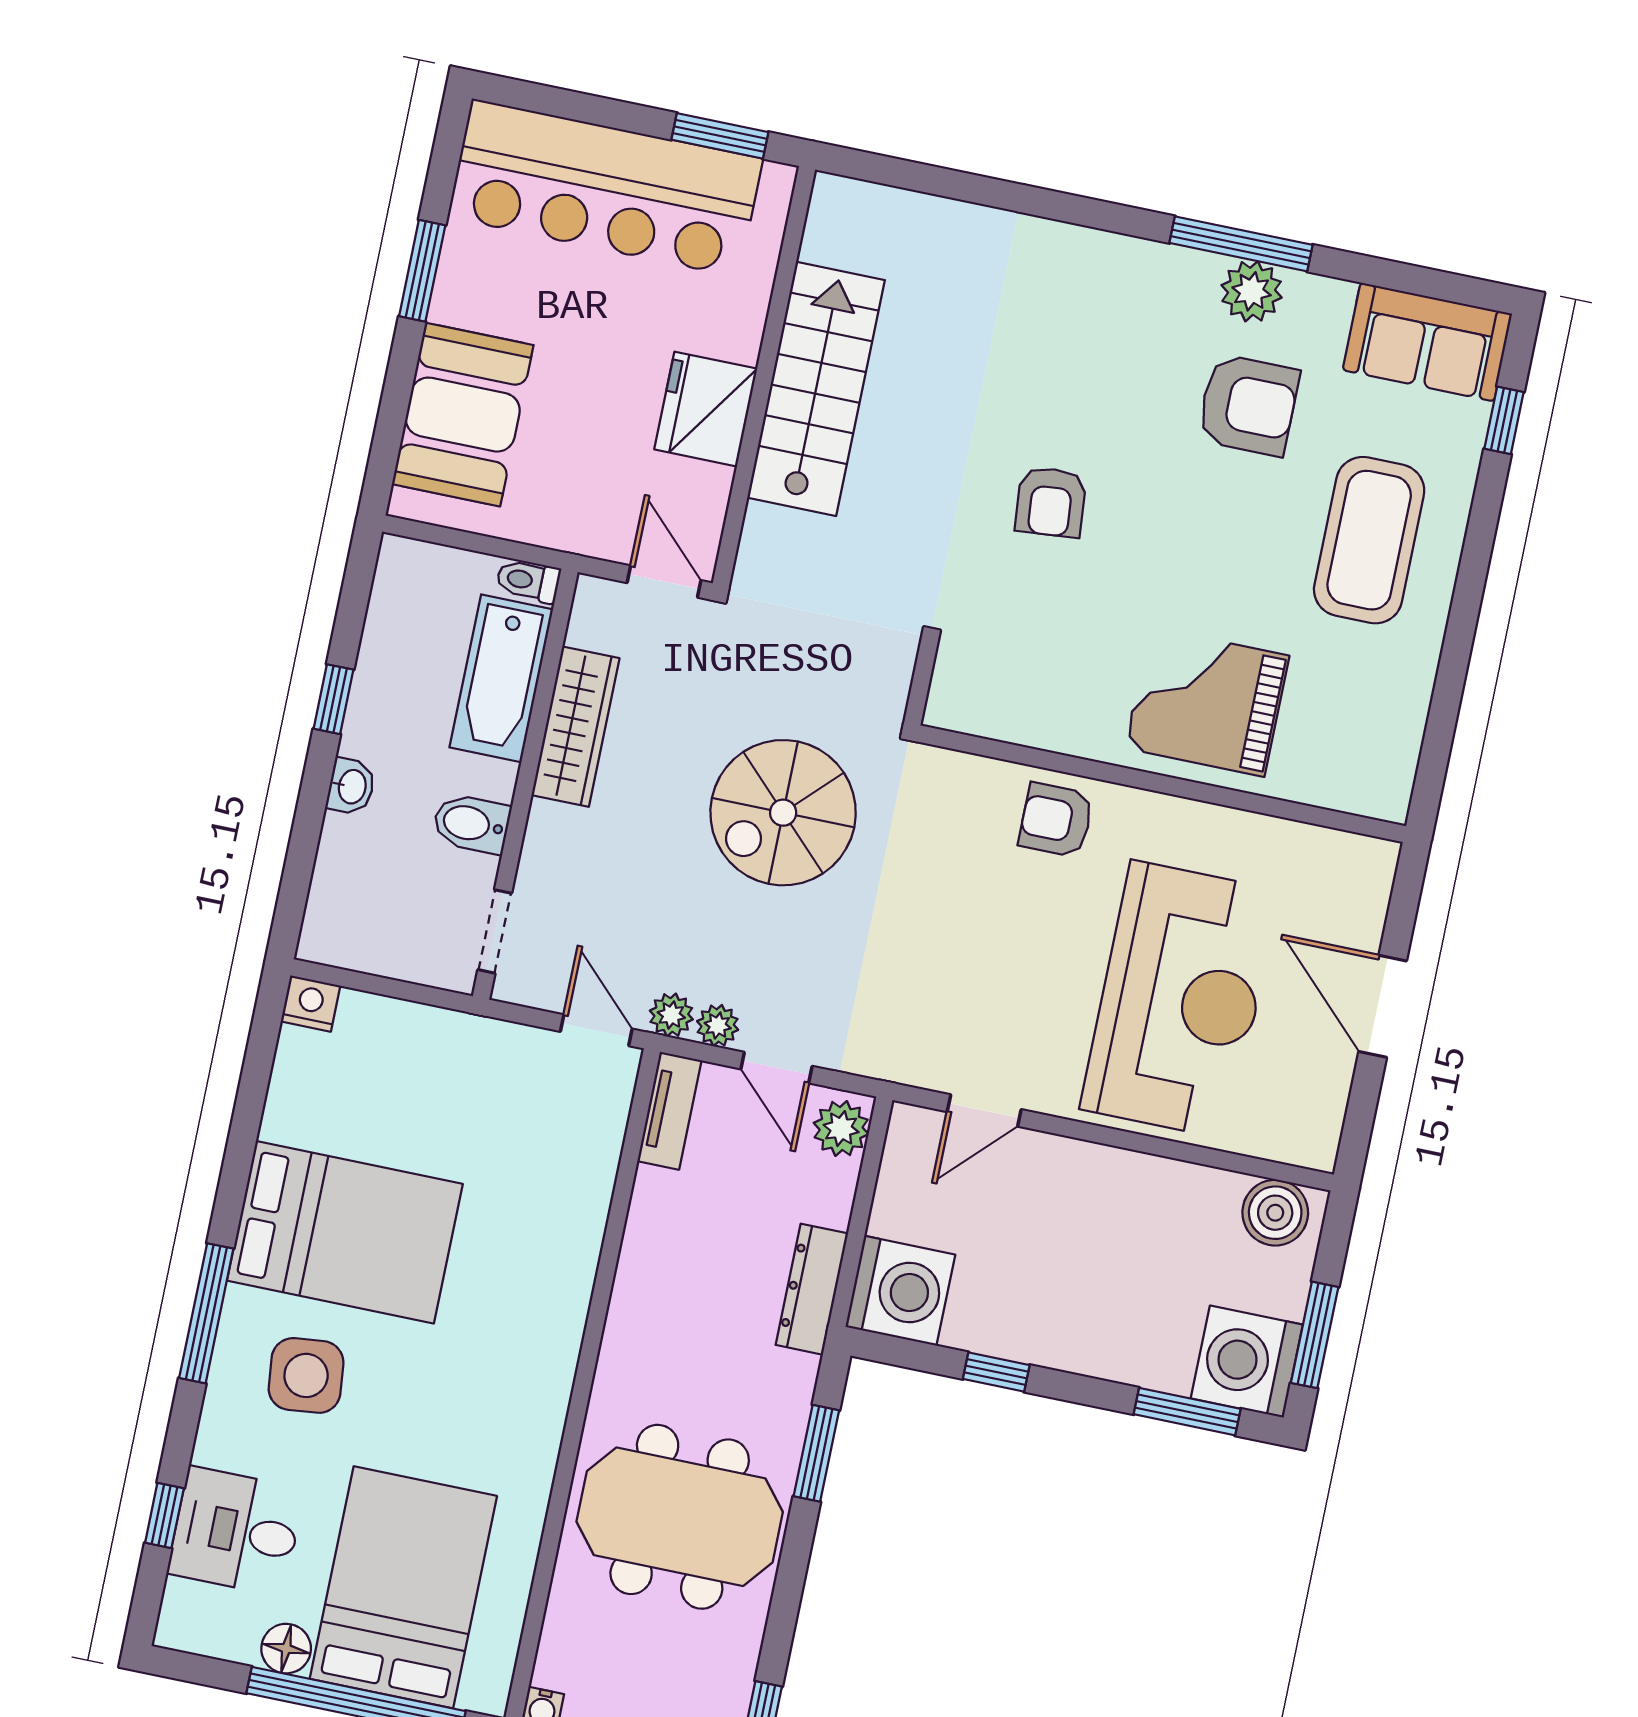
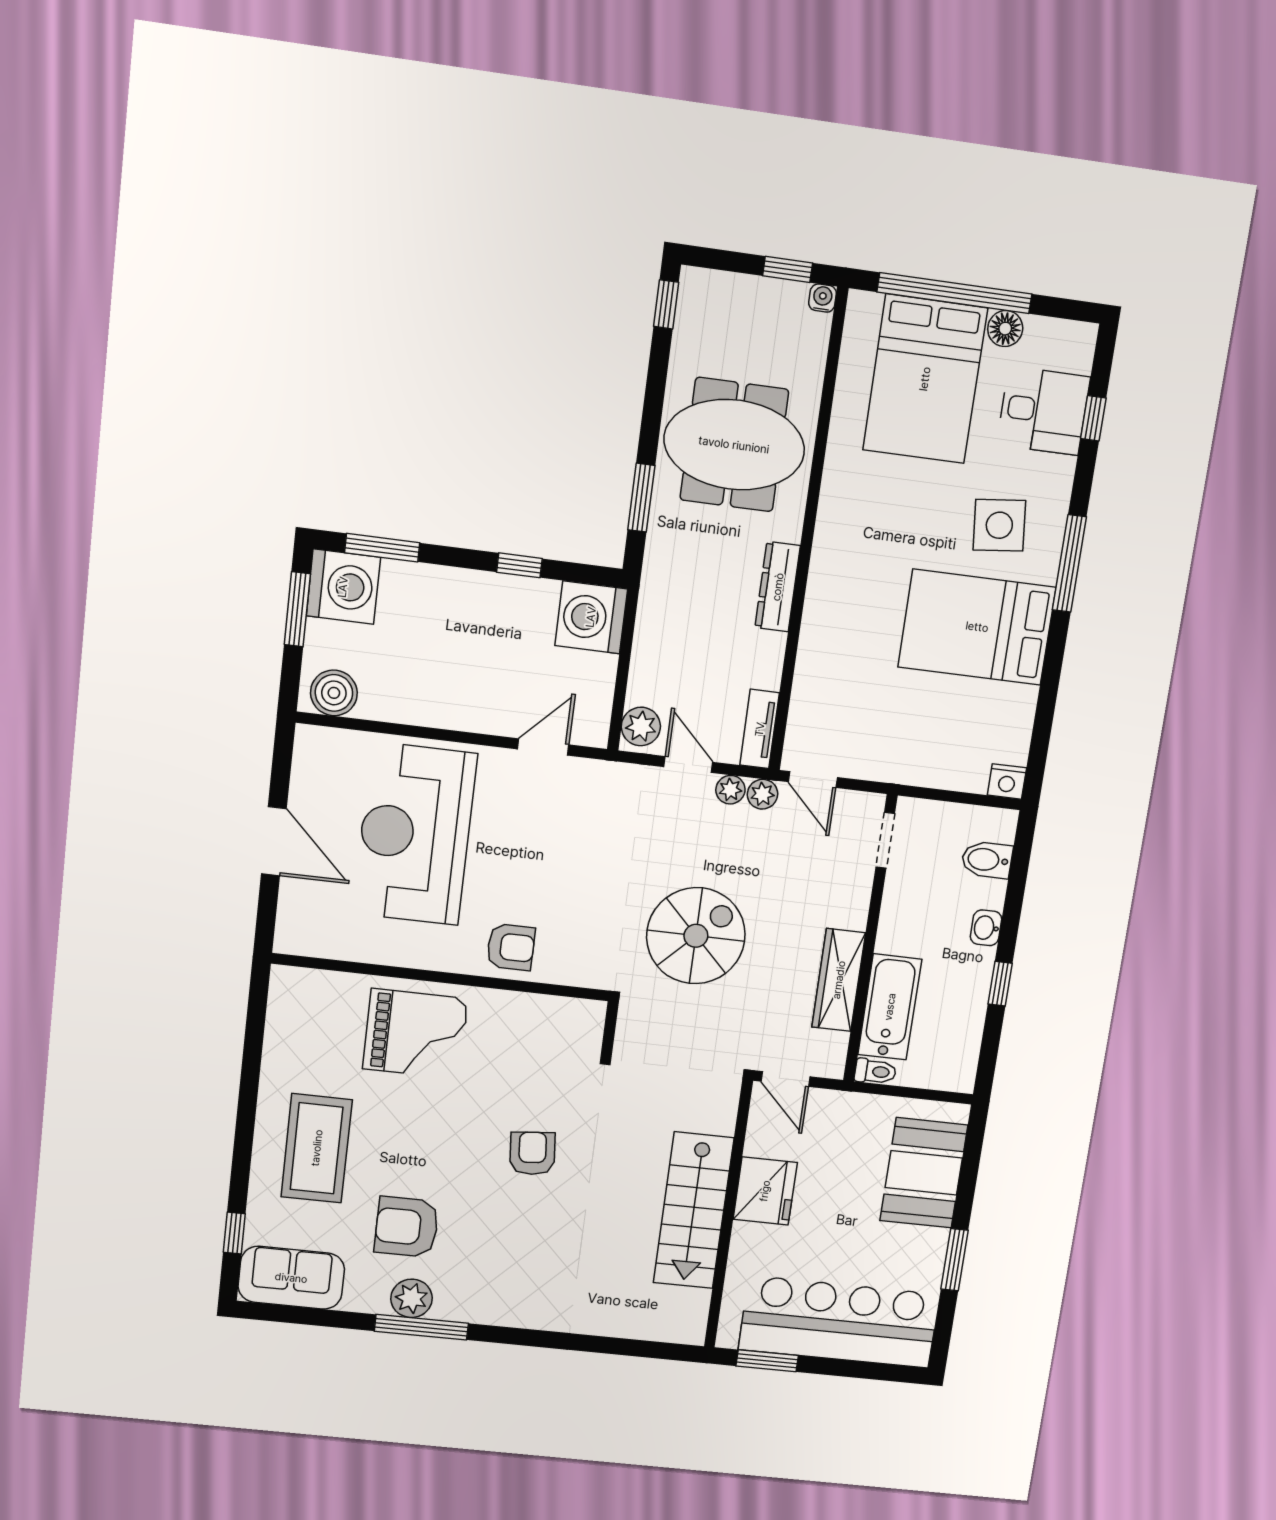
bidet: (471, 824) -> (987, 860), moved, turned 180
dresser: (812, 1289) -> (778, 587), moved, turned 180

